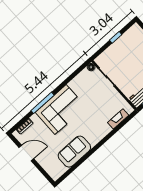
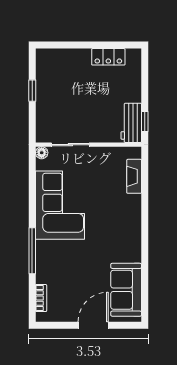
corner sofa: (61, 110) -> (60, 205), moved
sofa: (74, 152) -> (126, 290), moved
door: (26, 153) -> (93, 325), moved

